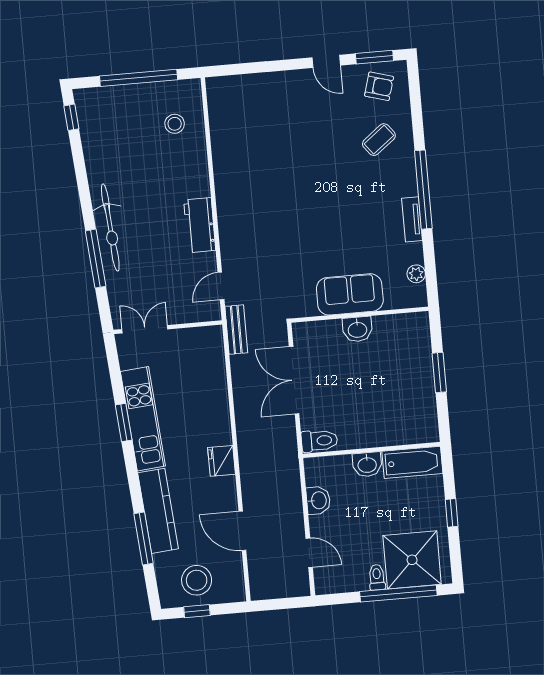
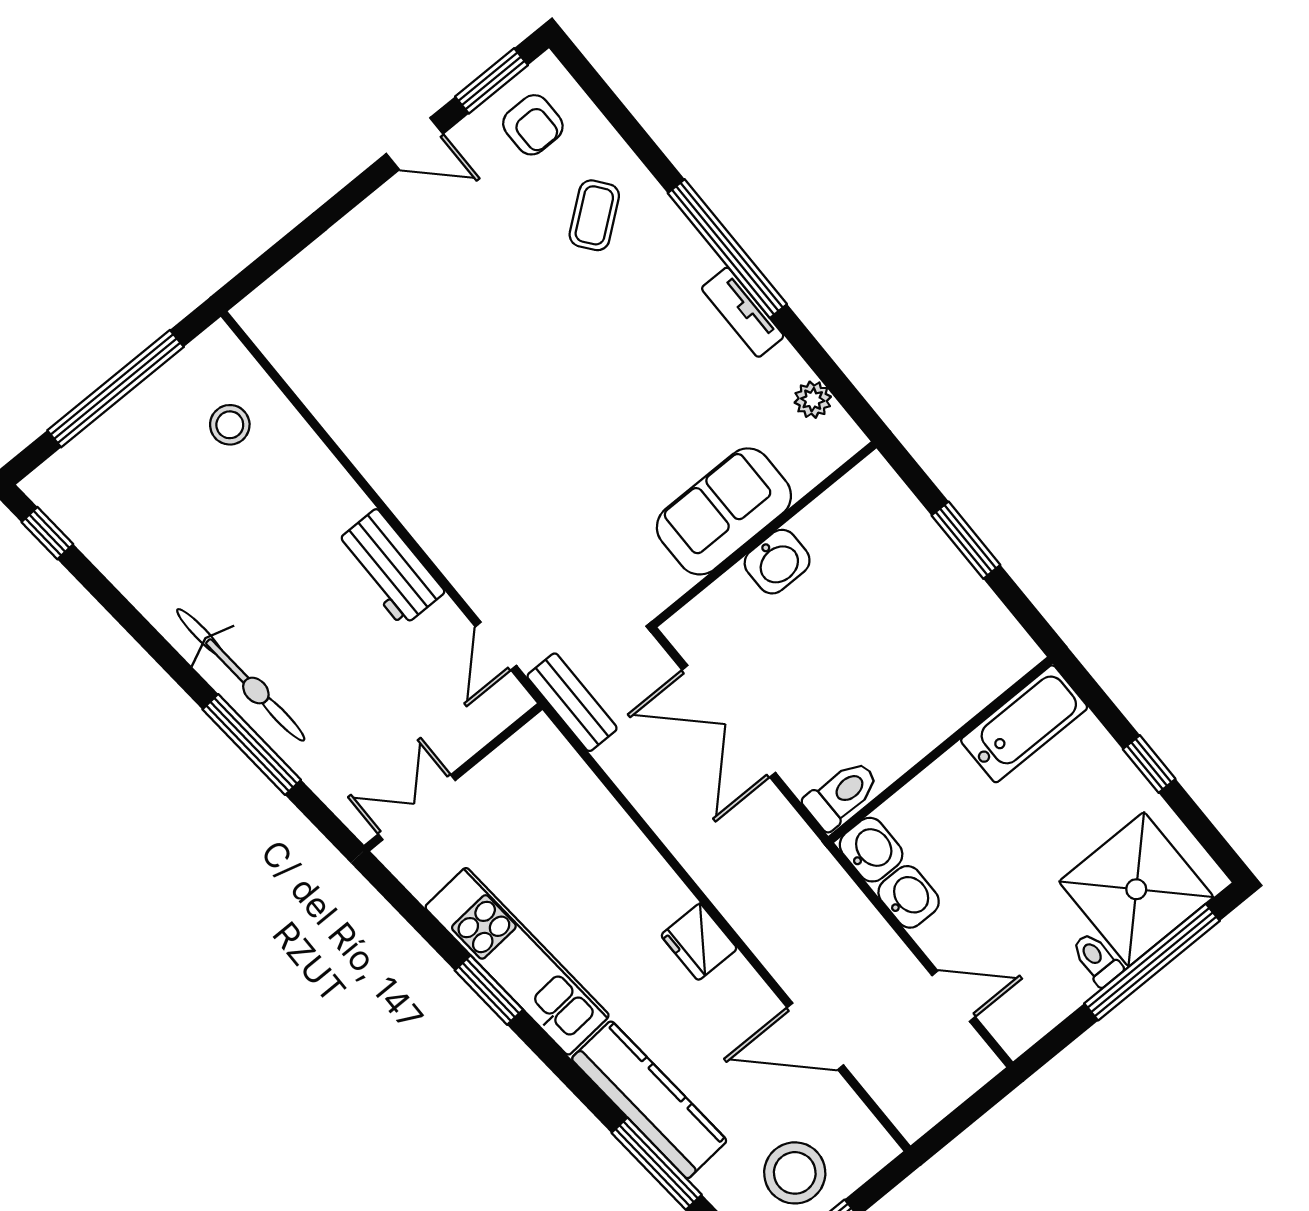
armchair: (379, 86) -> (533, 125), turned 74
washbasin: (367, 464) -> (871, 850), moved, turned -90

